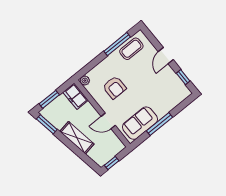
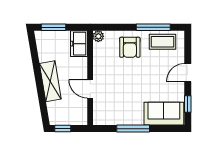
armchair: (114, 87) -> (130, 47), moved
sofa: (140, 123) -> (164, 114), moved
window: (47, 124) -> (33, 48), removed

